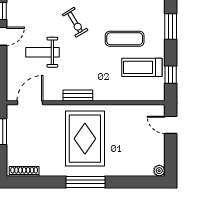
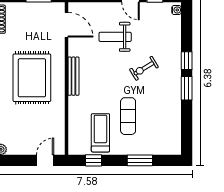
weight bench: (42, 52) -> (115, 37), turned -90
bench: (78, 95) -> (73, 76), width x1.36
rug: (85, 139) -> (32, 78), turned 90

